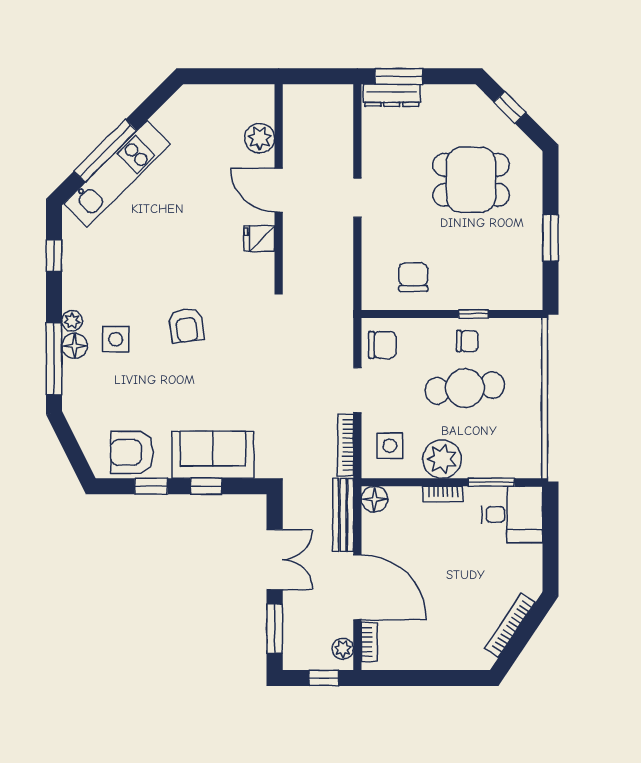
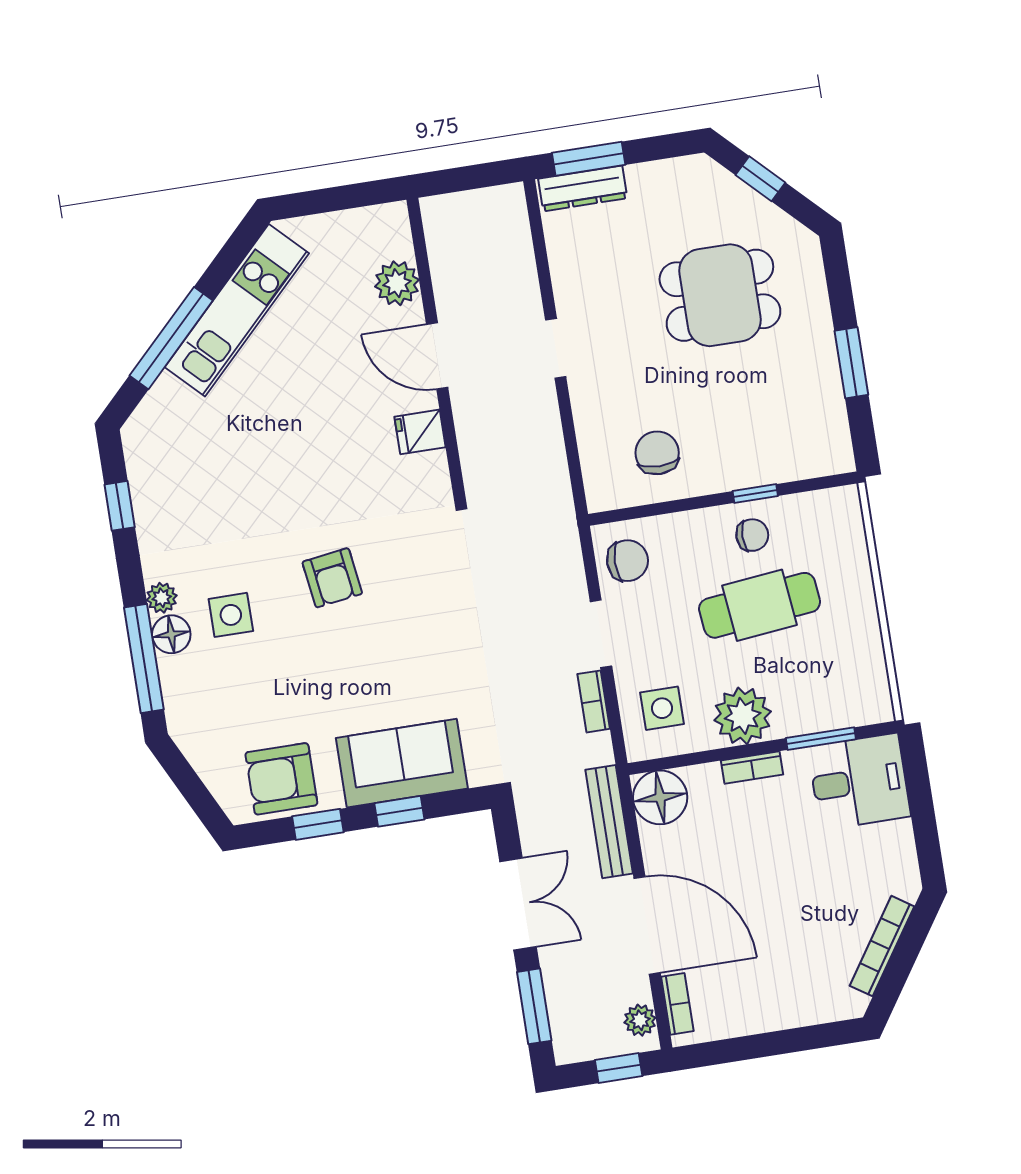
kitchen unit: (117, 174) -> (237, 310), moved
bookcase: (346, 445) -> (594, 701), width x0.64
floor lamp: (374, 499) -> (660, 797), width x1.38, depth x1.38

